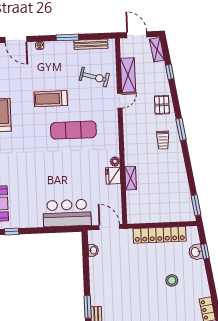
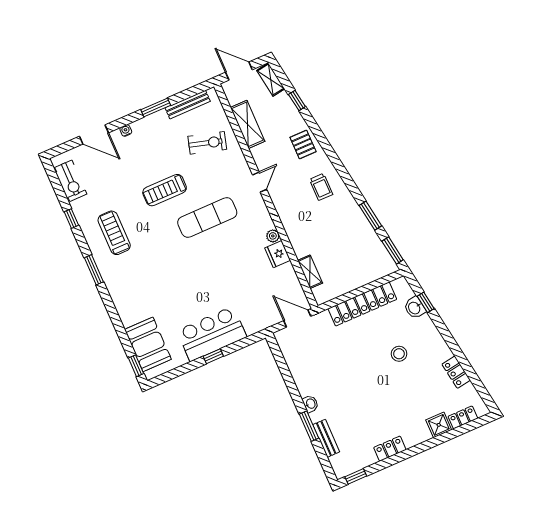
door: (120, 101) -> (260, 182), moved
window: (181, 129) -> (370, 216), moved
shelving: (131, 178) -> (310, 272), moved
bar counter: (67, 213) -> (212, 334), moved
window: (12, 232) -> (213, 356), moved
washbasin: (93, 250) -> (310, 404), moved

